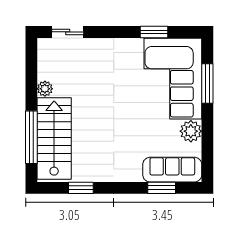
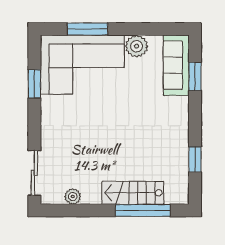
sliding door: (68, 32) -> (34, 173), width x1.37
plant: (45, 89) -> (73, 196), moved
stairs: (54, 138) -> (133, 193), width x0.73, depth x0.66

